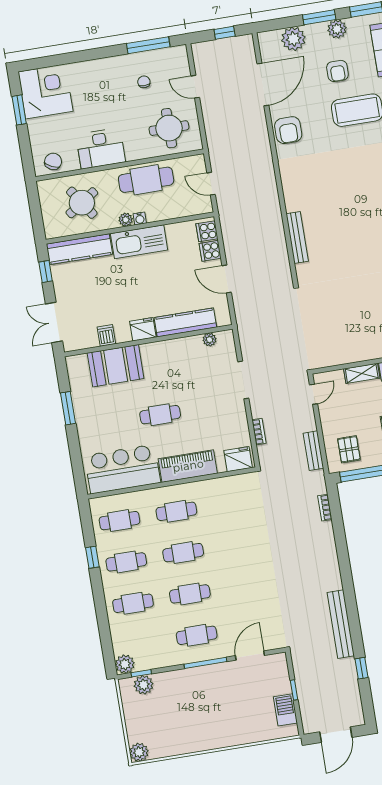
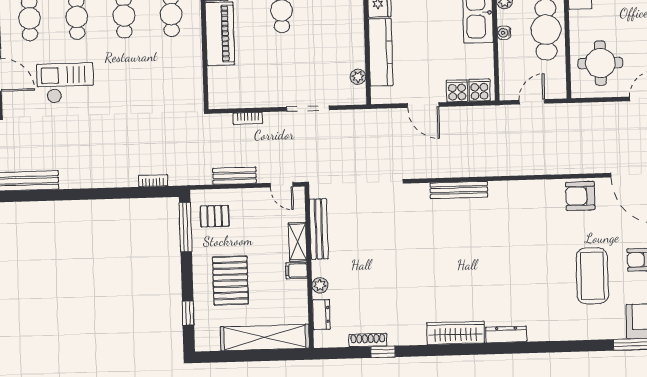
water cooler: (140, 219) -> (504, 33), moved
door: (227, 279) -> (423, 105), swing flipped
bench: (348, 356) -> (319, 229), added
bench: (313, 451) -> (234, 176), moved
fridge: (238, 459) -> (220, 91), removed
checkout: (249, 596) -> (65, 83), added

